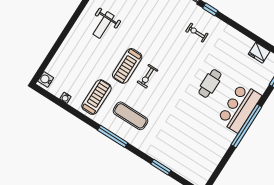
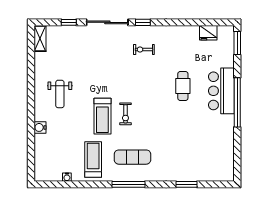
water cooler: (46, 79) -> (40, 127), moved

